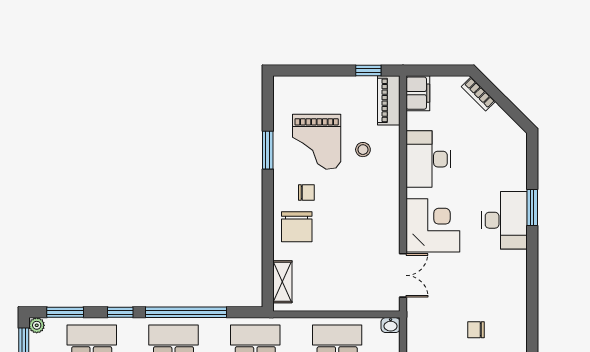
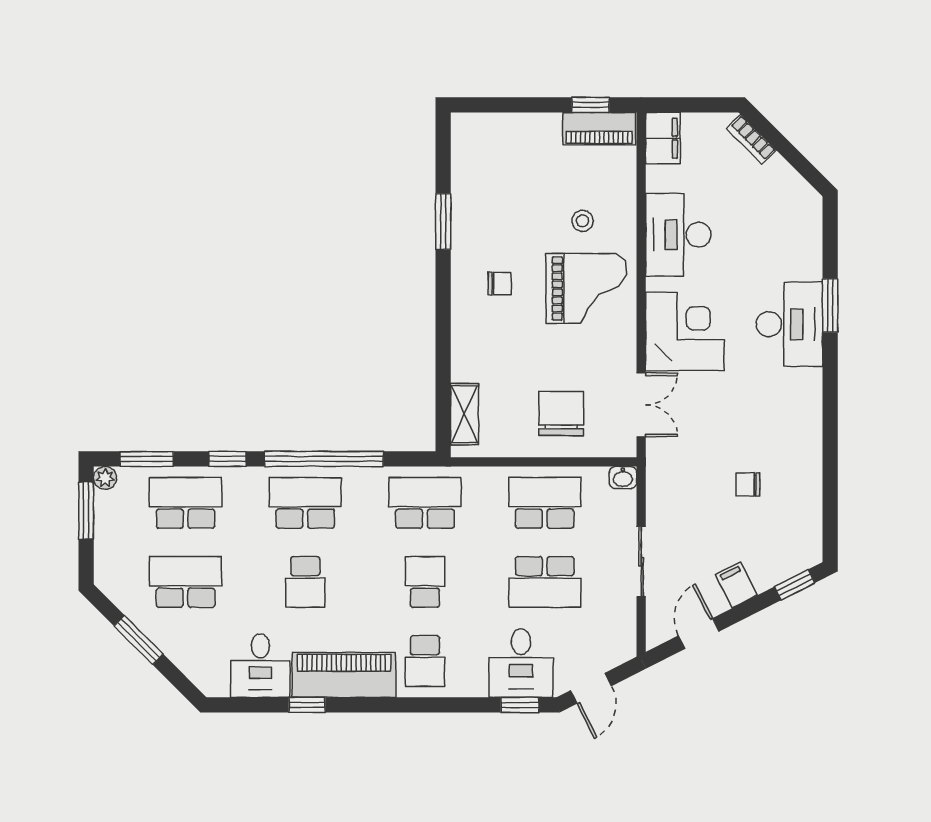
piano: (389, 100) -> (599, 129), moved, turned -90
grand piano: (317, 142) -> (586, 288), moved, turned -90
chair: (297, 227) -> (561, 413), moved, turned 180

